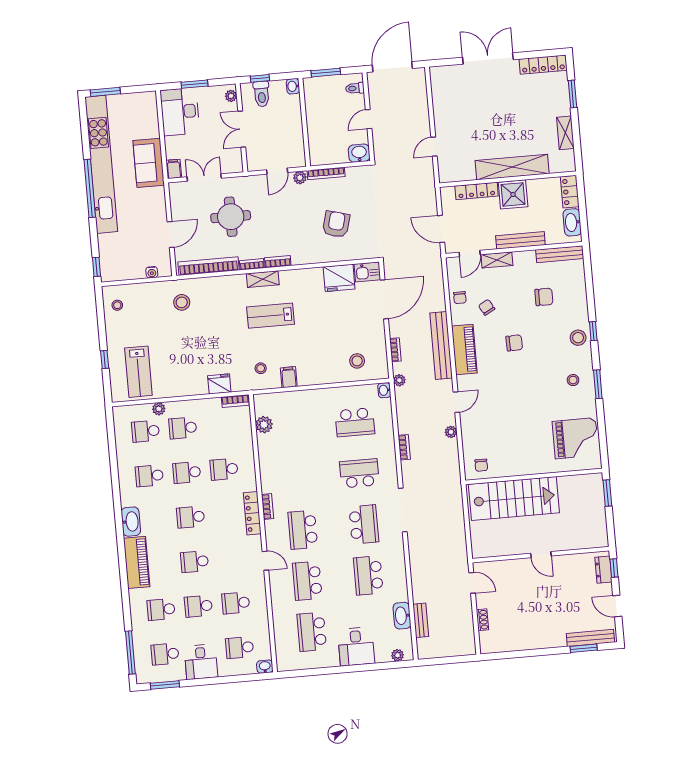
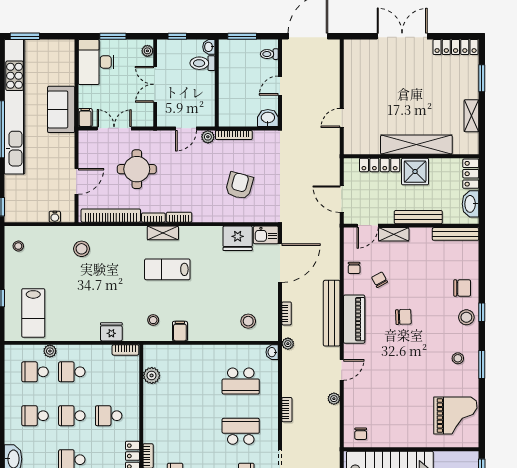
toilet: (262, 94) -> (203, 63), moved, turned 90
chair: (544, 297) -> (462, 288), moved

